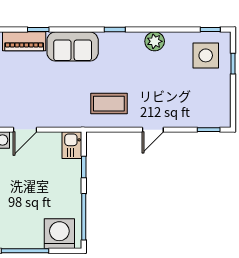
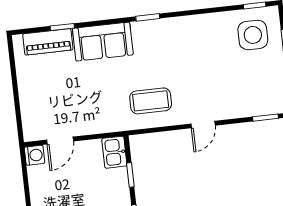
plant: (155, 41) -> (194, 26), removed

